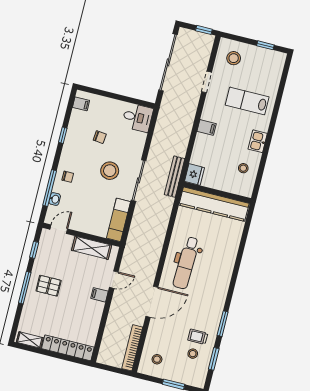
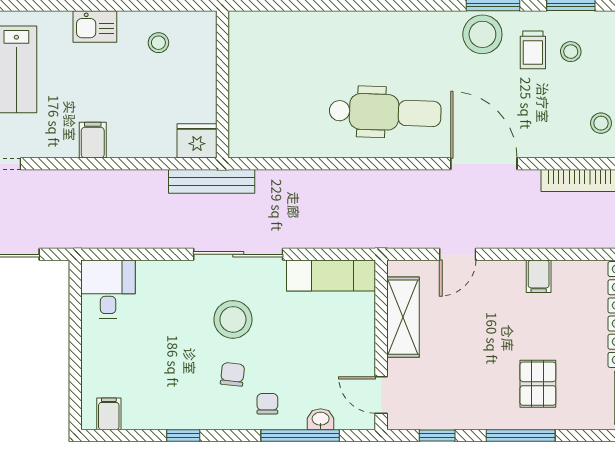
chair: (100, 137) -> (232, 374), moved
kitchen counter: (214, 204) -> (249, 85), removed
door: (114, 280) -> (458, 254), swing flipped
pallet: (49, 286) -> (538, 384), moved
filing cabinet: (99, 295) -> (539, 276), moved
stool: (210, 316) -> (482, 34), added

